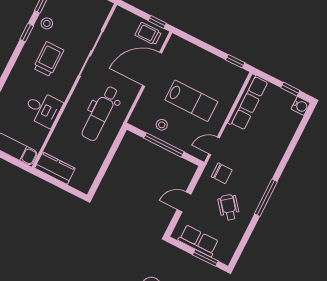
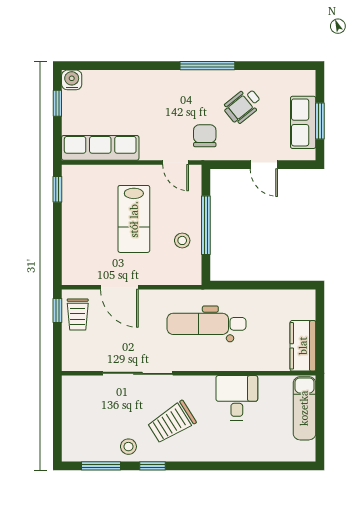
trolley: (48, 59) -> (172, 422), turned -32
door: (152, 69) -> (119, 287), width x0.73
lab bench: (191, 101) -> (134, 219), turned 180
dental chair: (100, 113) -> (206, 324), turned 180
window: (205, 258) -> (320, 121), moved

